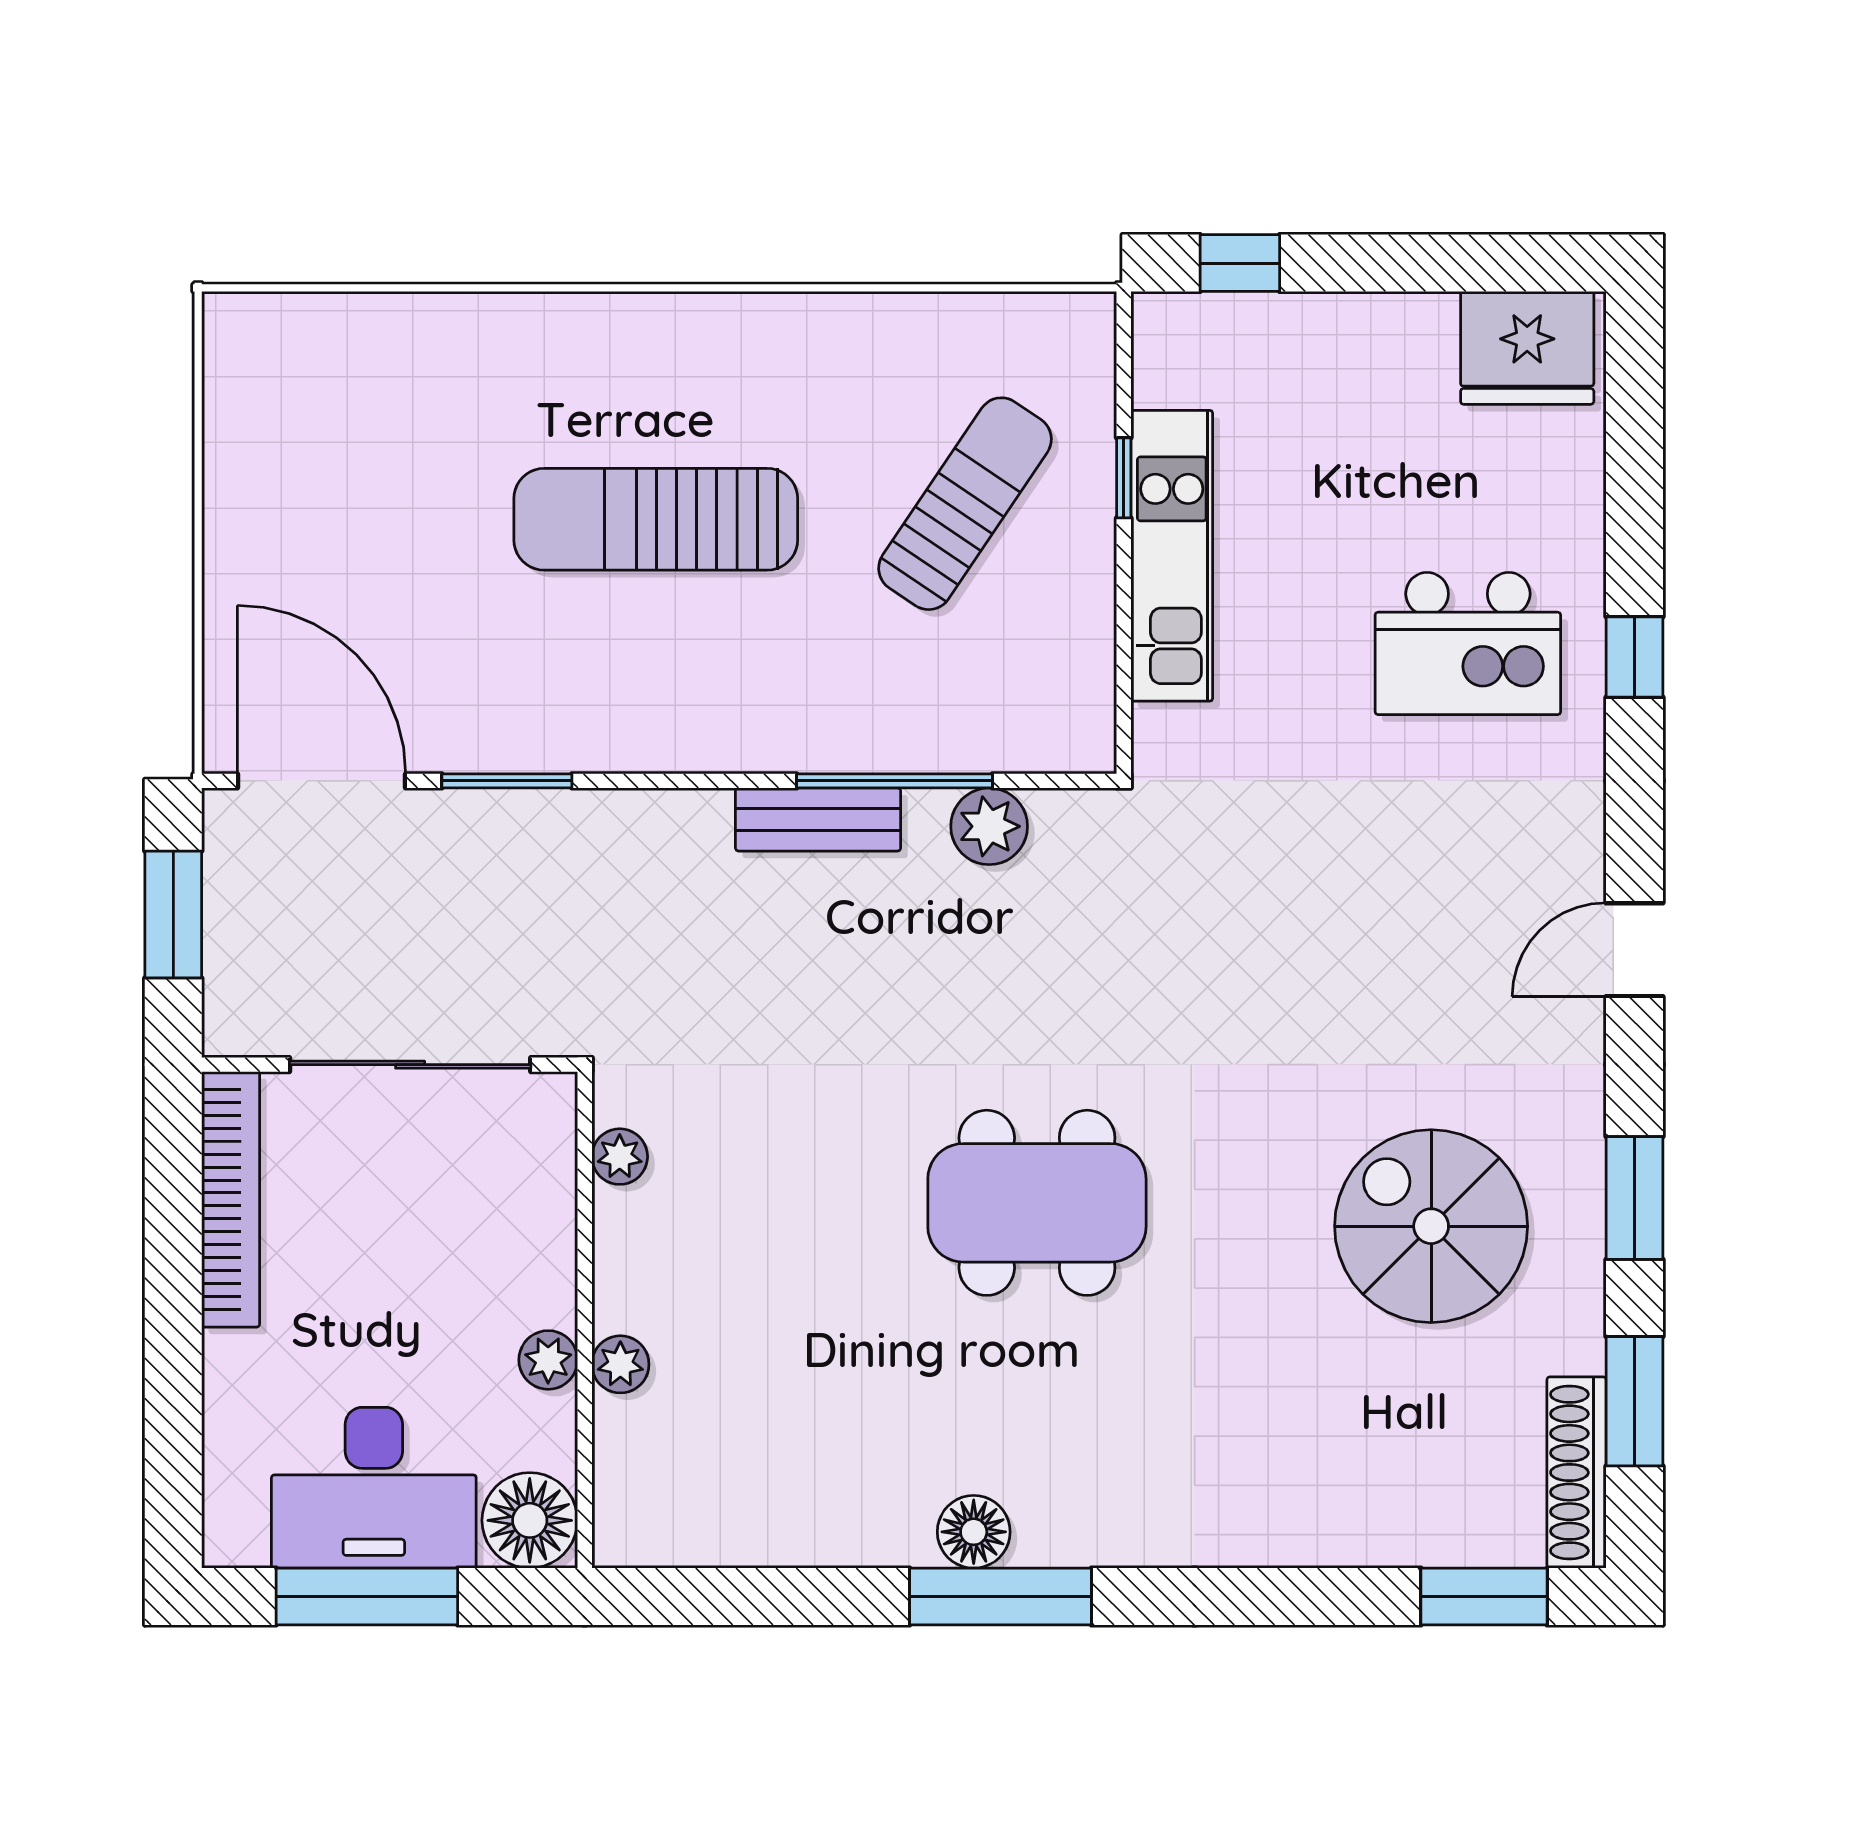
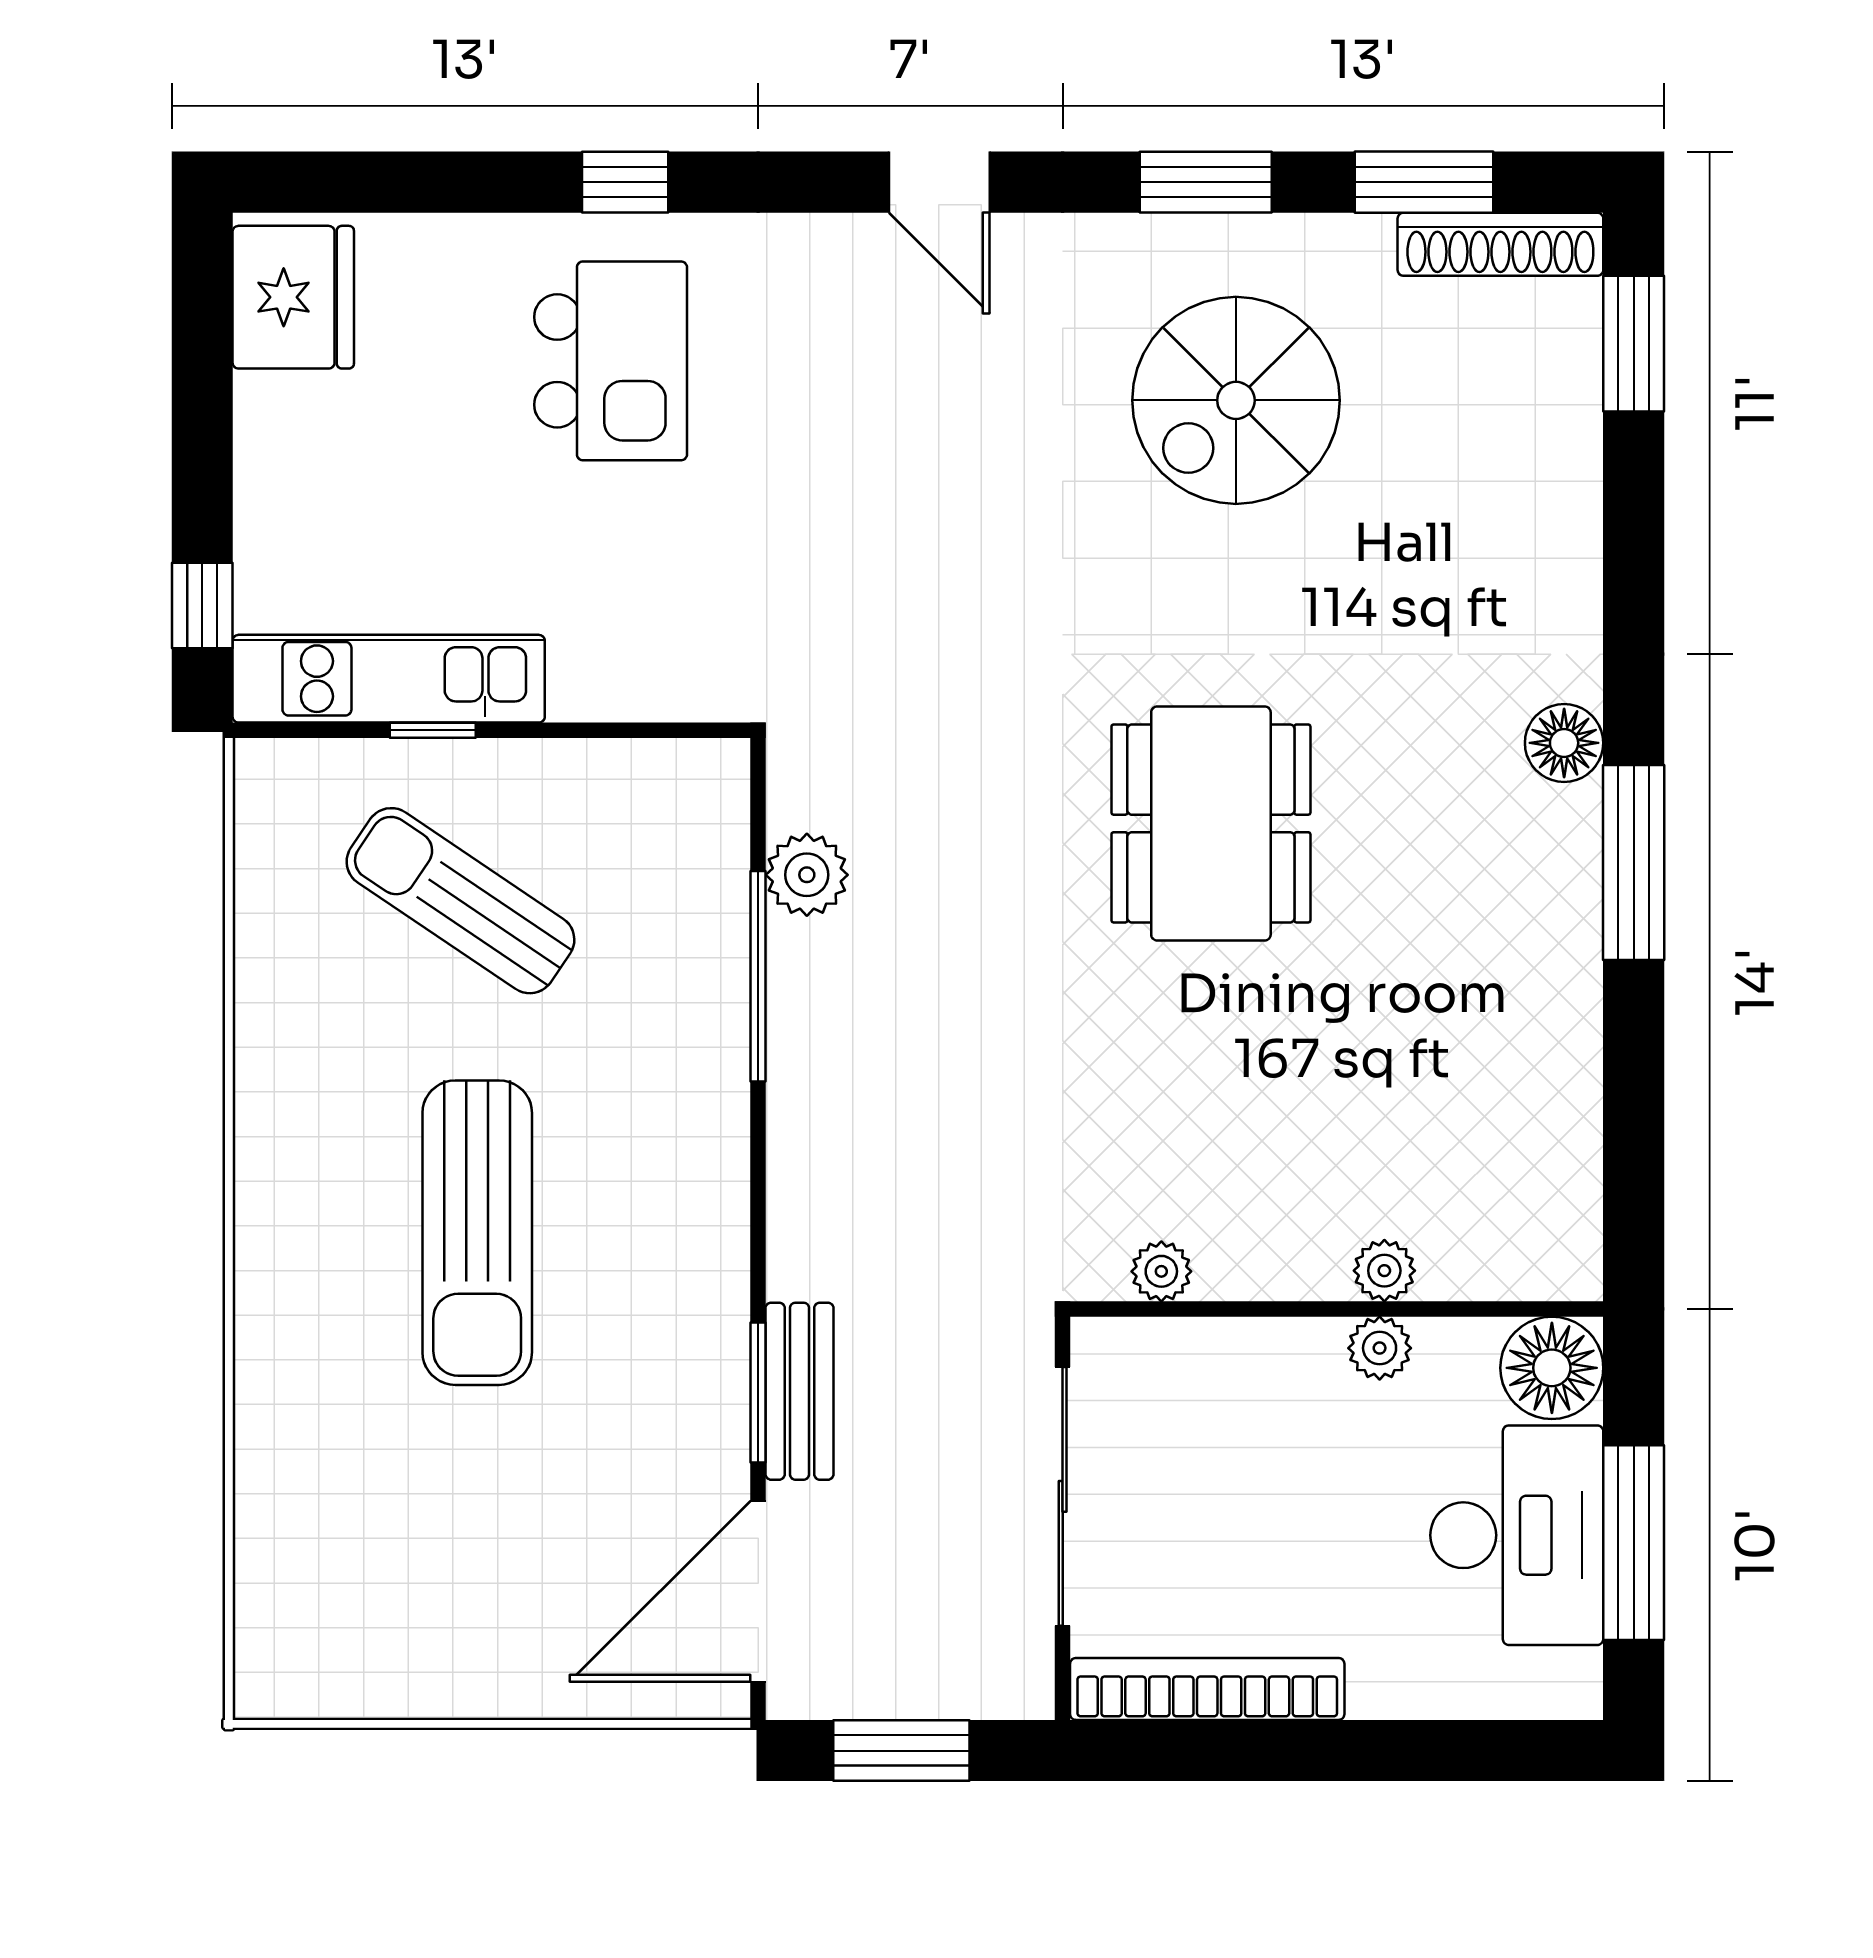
kitchen unit: (1172, 556) -> (389, 679), moved
bench: (818, 819) -> (799, 1391), moved
floor lamp: (974, 1532) -> (1564, 743), moved

